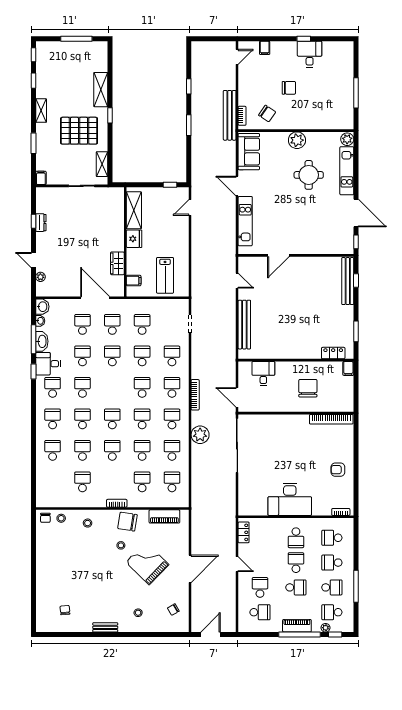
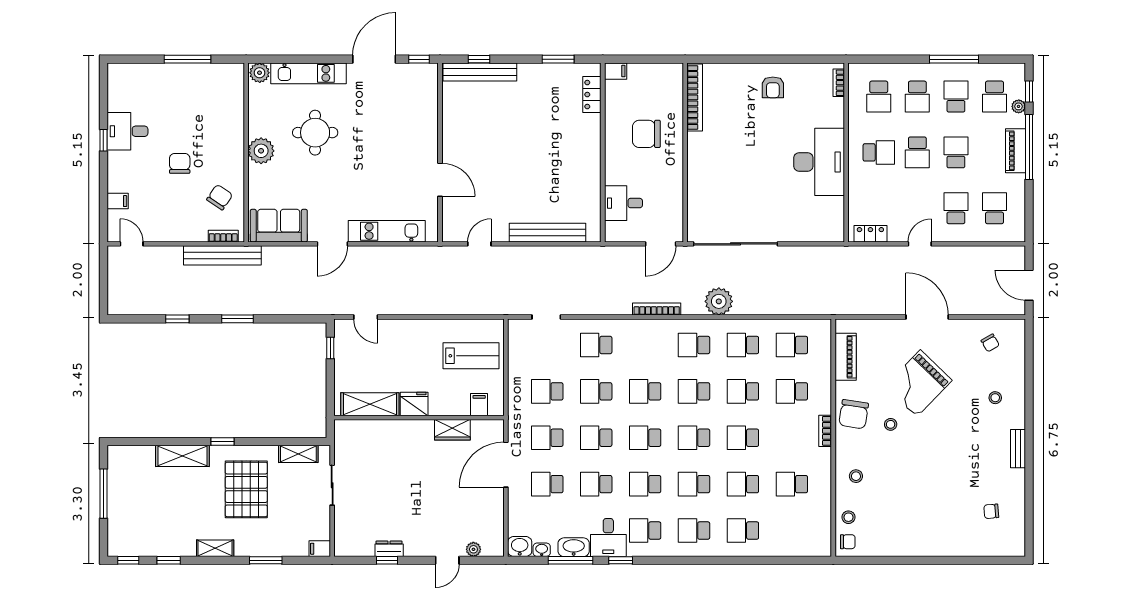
school desk: (172, 387) -> (645, 438), moved
school desk: (296, 563) -> (917, 152), turned -90
school desk: (260, 587) -> (956, 208), turned 90

